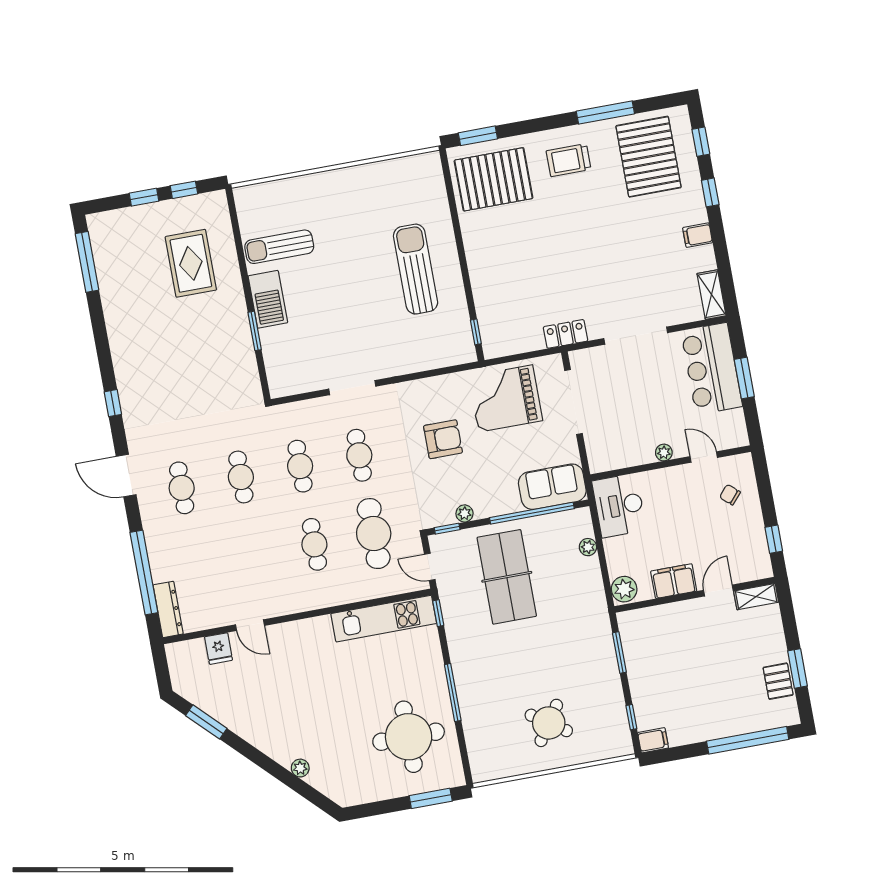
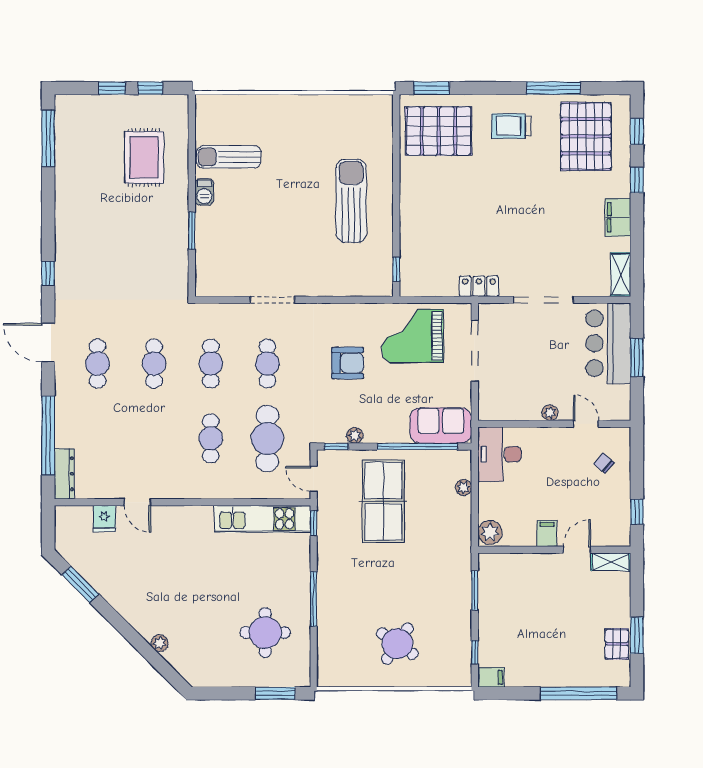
filing cabinet: (698, 235) -> (618, 217), width x2.00
barbecue: (268, 299) -> (204, 192), width x0.53, depth x0.65
filing cabinet: (674, 581) -> (547, 534), width x0.50
round table: (409, 737) -> (265, 633), width x0.73, depth x0.73

